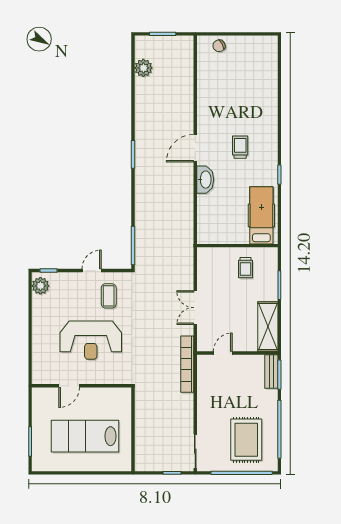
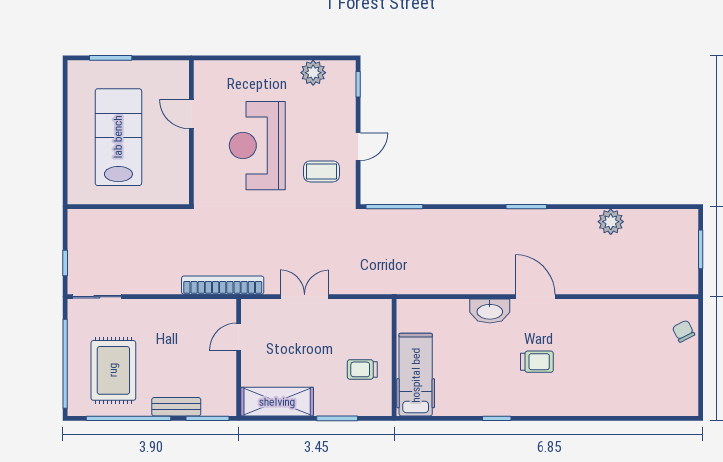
plant: (143, 68) -> (611, 222), moved
hospital bed: (261, 215) -> (416, 375), moved, turned -90
door: (92, 271) -> (358, 147), hinge flipped
plant: (40, 286) -> (313, 73), moved
door: (223, 353) -> (239, 337), swing flipped
bench: (271, 371) -> (176, 407), moved
rug: (246, 440) -> (113, 370), turned 90

